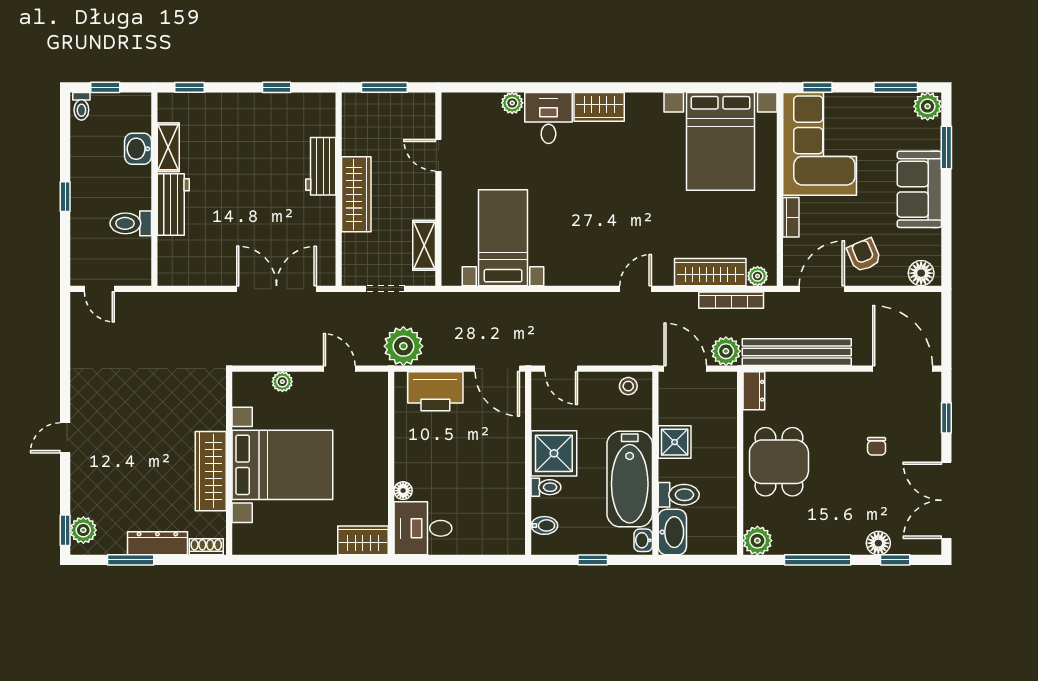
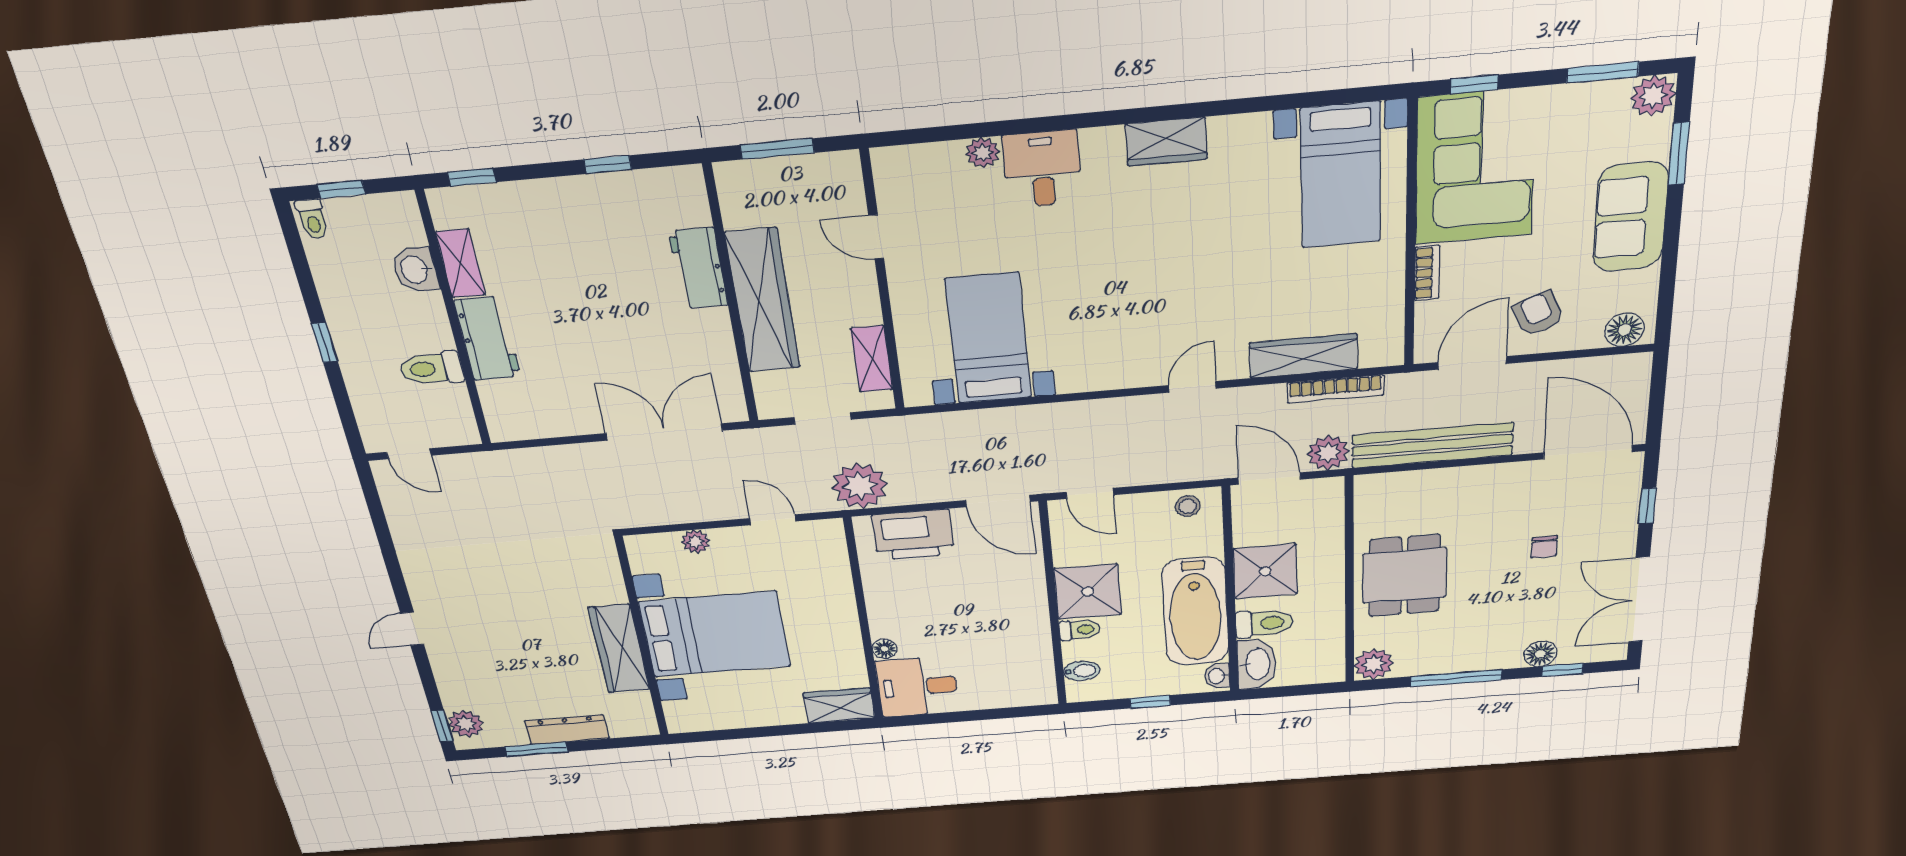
wardrobe: (599, 107) -> (1166, 142), moved
bed with nightstands: (721, 141) -> (1341, 176), width x0.73
wardrobe: (356, 194) -> (763, 301), width x1.40, depth x1.17
plant: (758, 276) -> (1375, 355), removed
dresser: (754, 391) -> (1369, 497), removed
shower: (675, 442) -> (1265, 571), width x1.36, depth x1.36
shoe rack: (206, 547) -> (632, 728), removed

